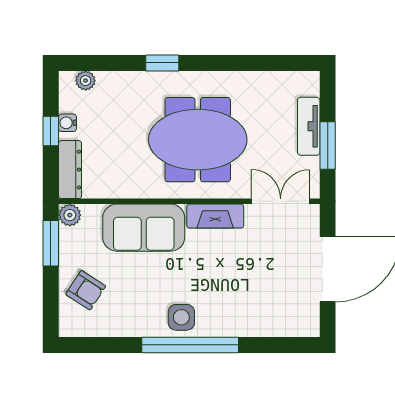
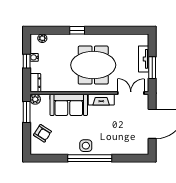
dresser: (70, 170) -> (35, 83), width x0.70

